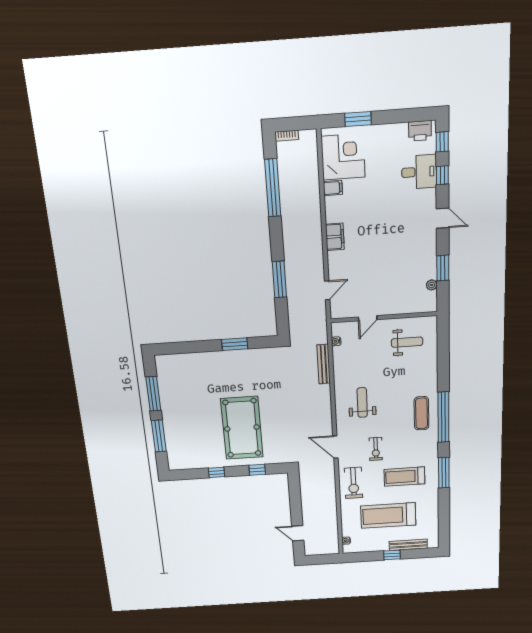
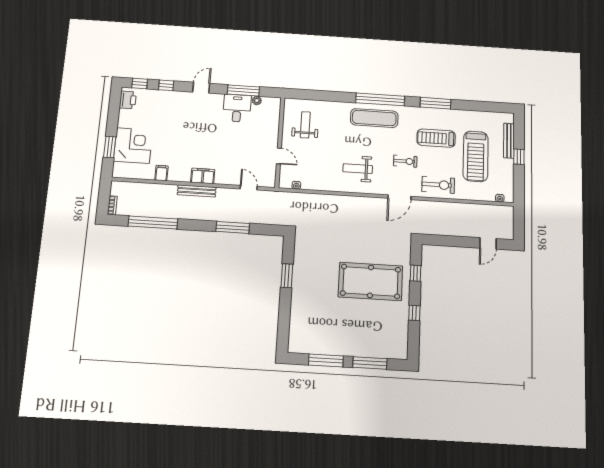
corner desk: (343, 157) -> (133, 146), moved, turned 90
desk: (419, 172) -> (237, 108), moved
window: (443, 268) -> (243, 90), width x1.44
bench: (324, 364) -> (197, 191), moved
exercise mat: (421, 413) -> (374, 118), width x1.36, depth x1.45
treadmill: (404, 477) -> (436, 138), turned 90

